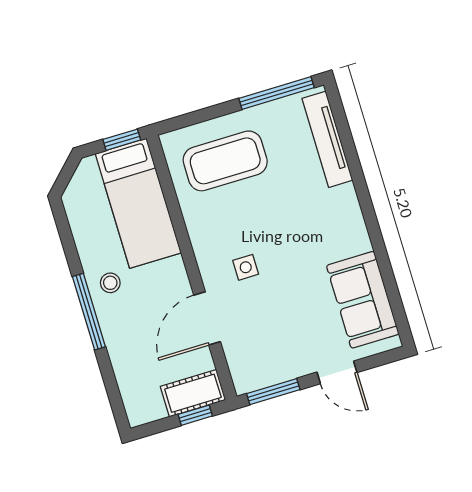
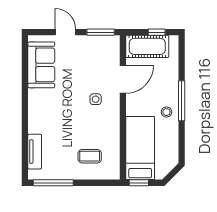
tv unit: (327, 139) -> (35, 152), width x0.71
coffee table: (225, 161) -> (90, 156), width x0.54, depth x0.58
cot: (193, 393) -> (147, 46), width x1.37, depth x1.34
window: (195, 415) -> (157, 32), moved

